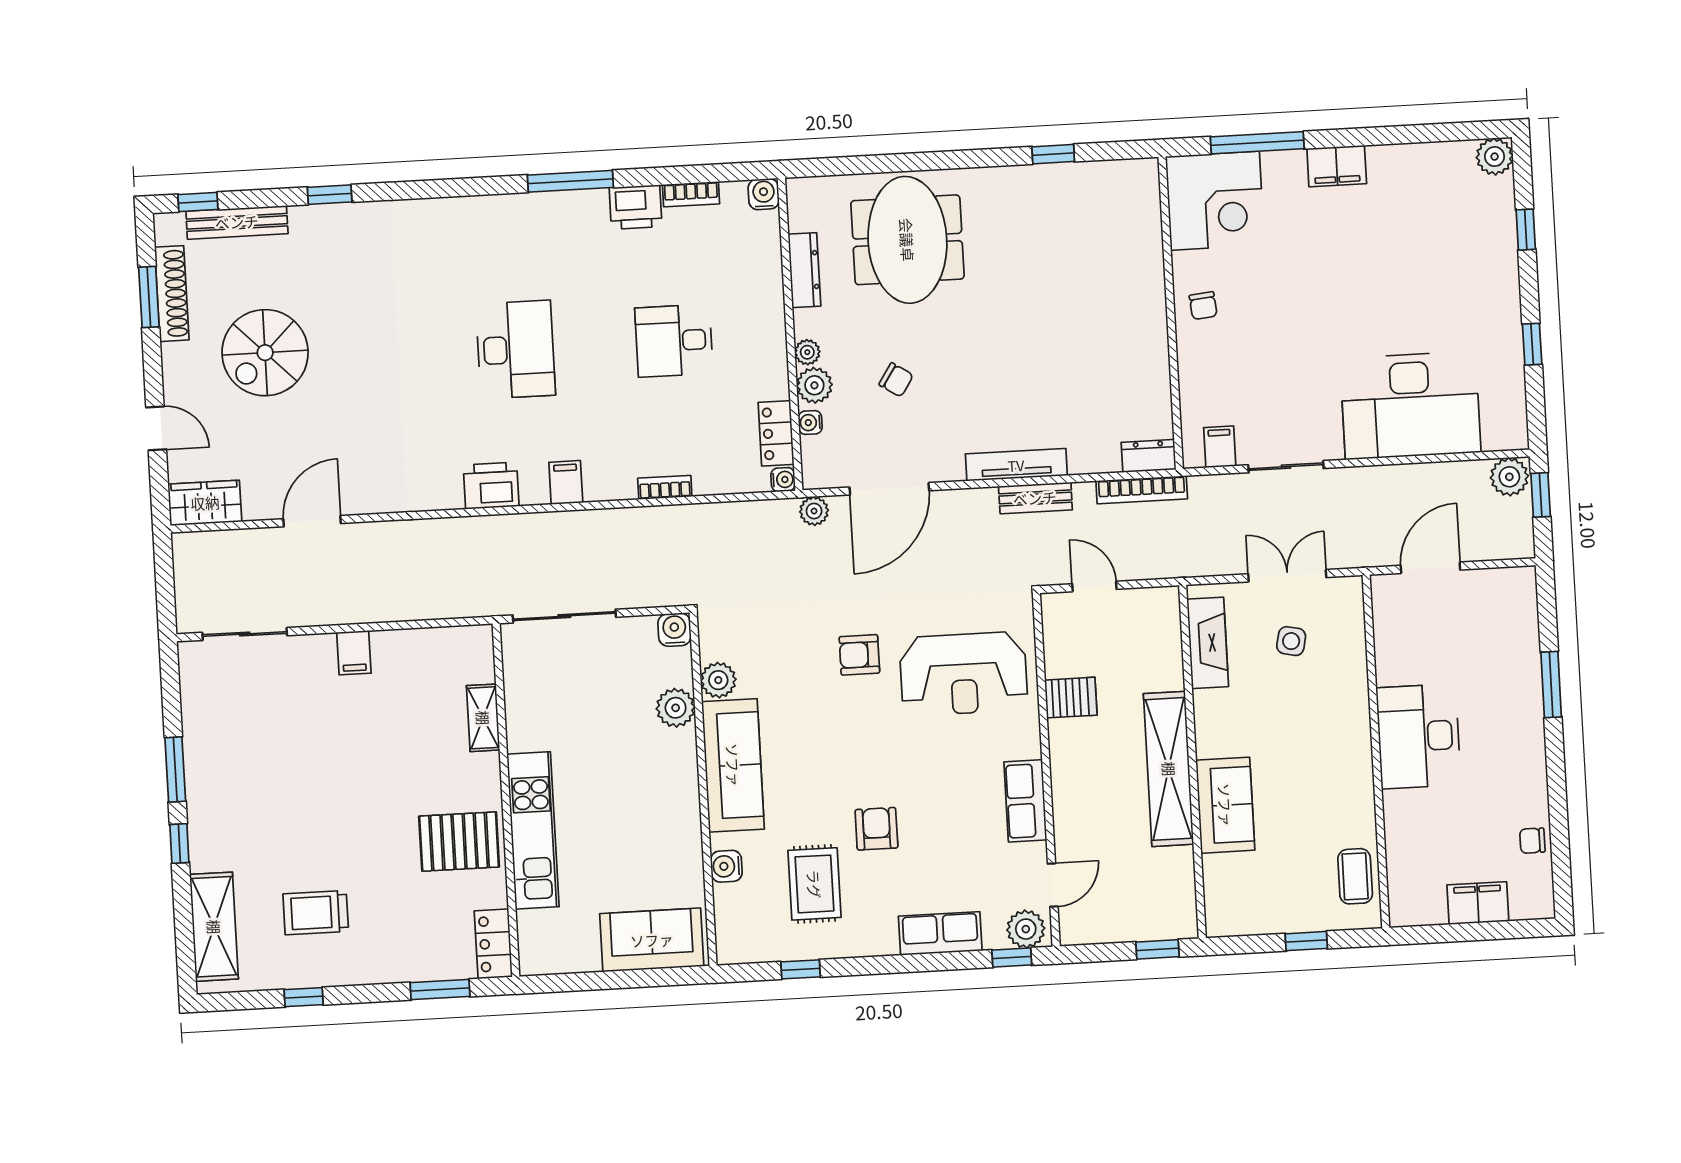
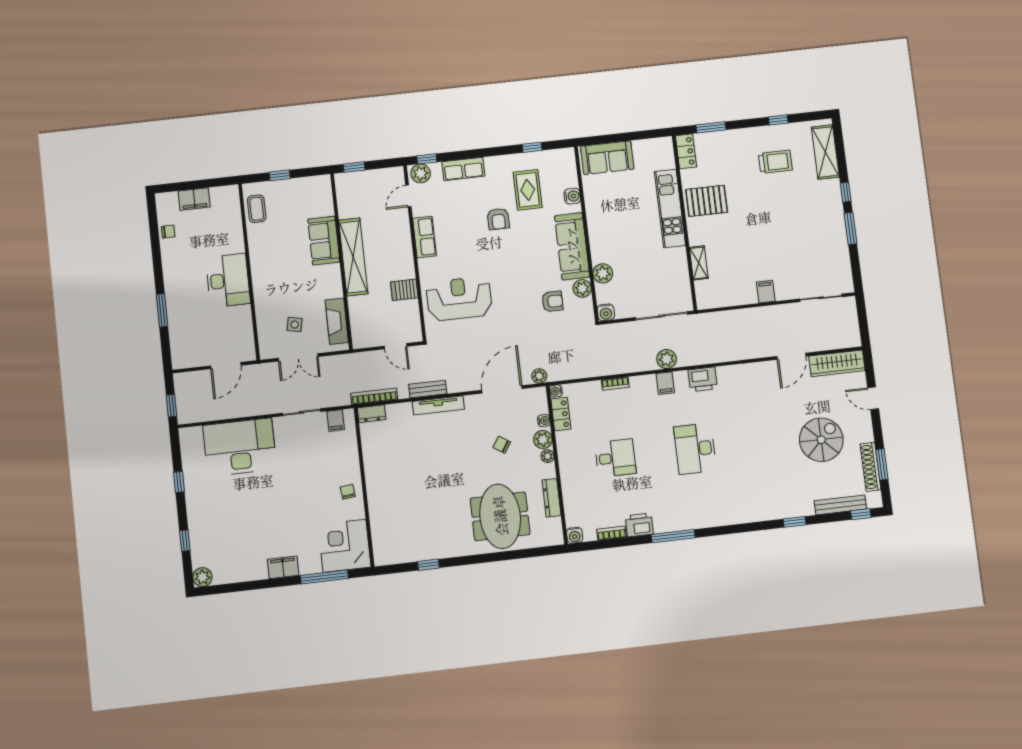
plant: (1509, 477) -> (667, 359), moved
wardrobe: (205, 503) -> (837, 363), width x1.50
armchair: (859, 655) -> (552, 301), moved

